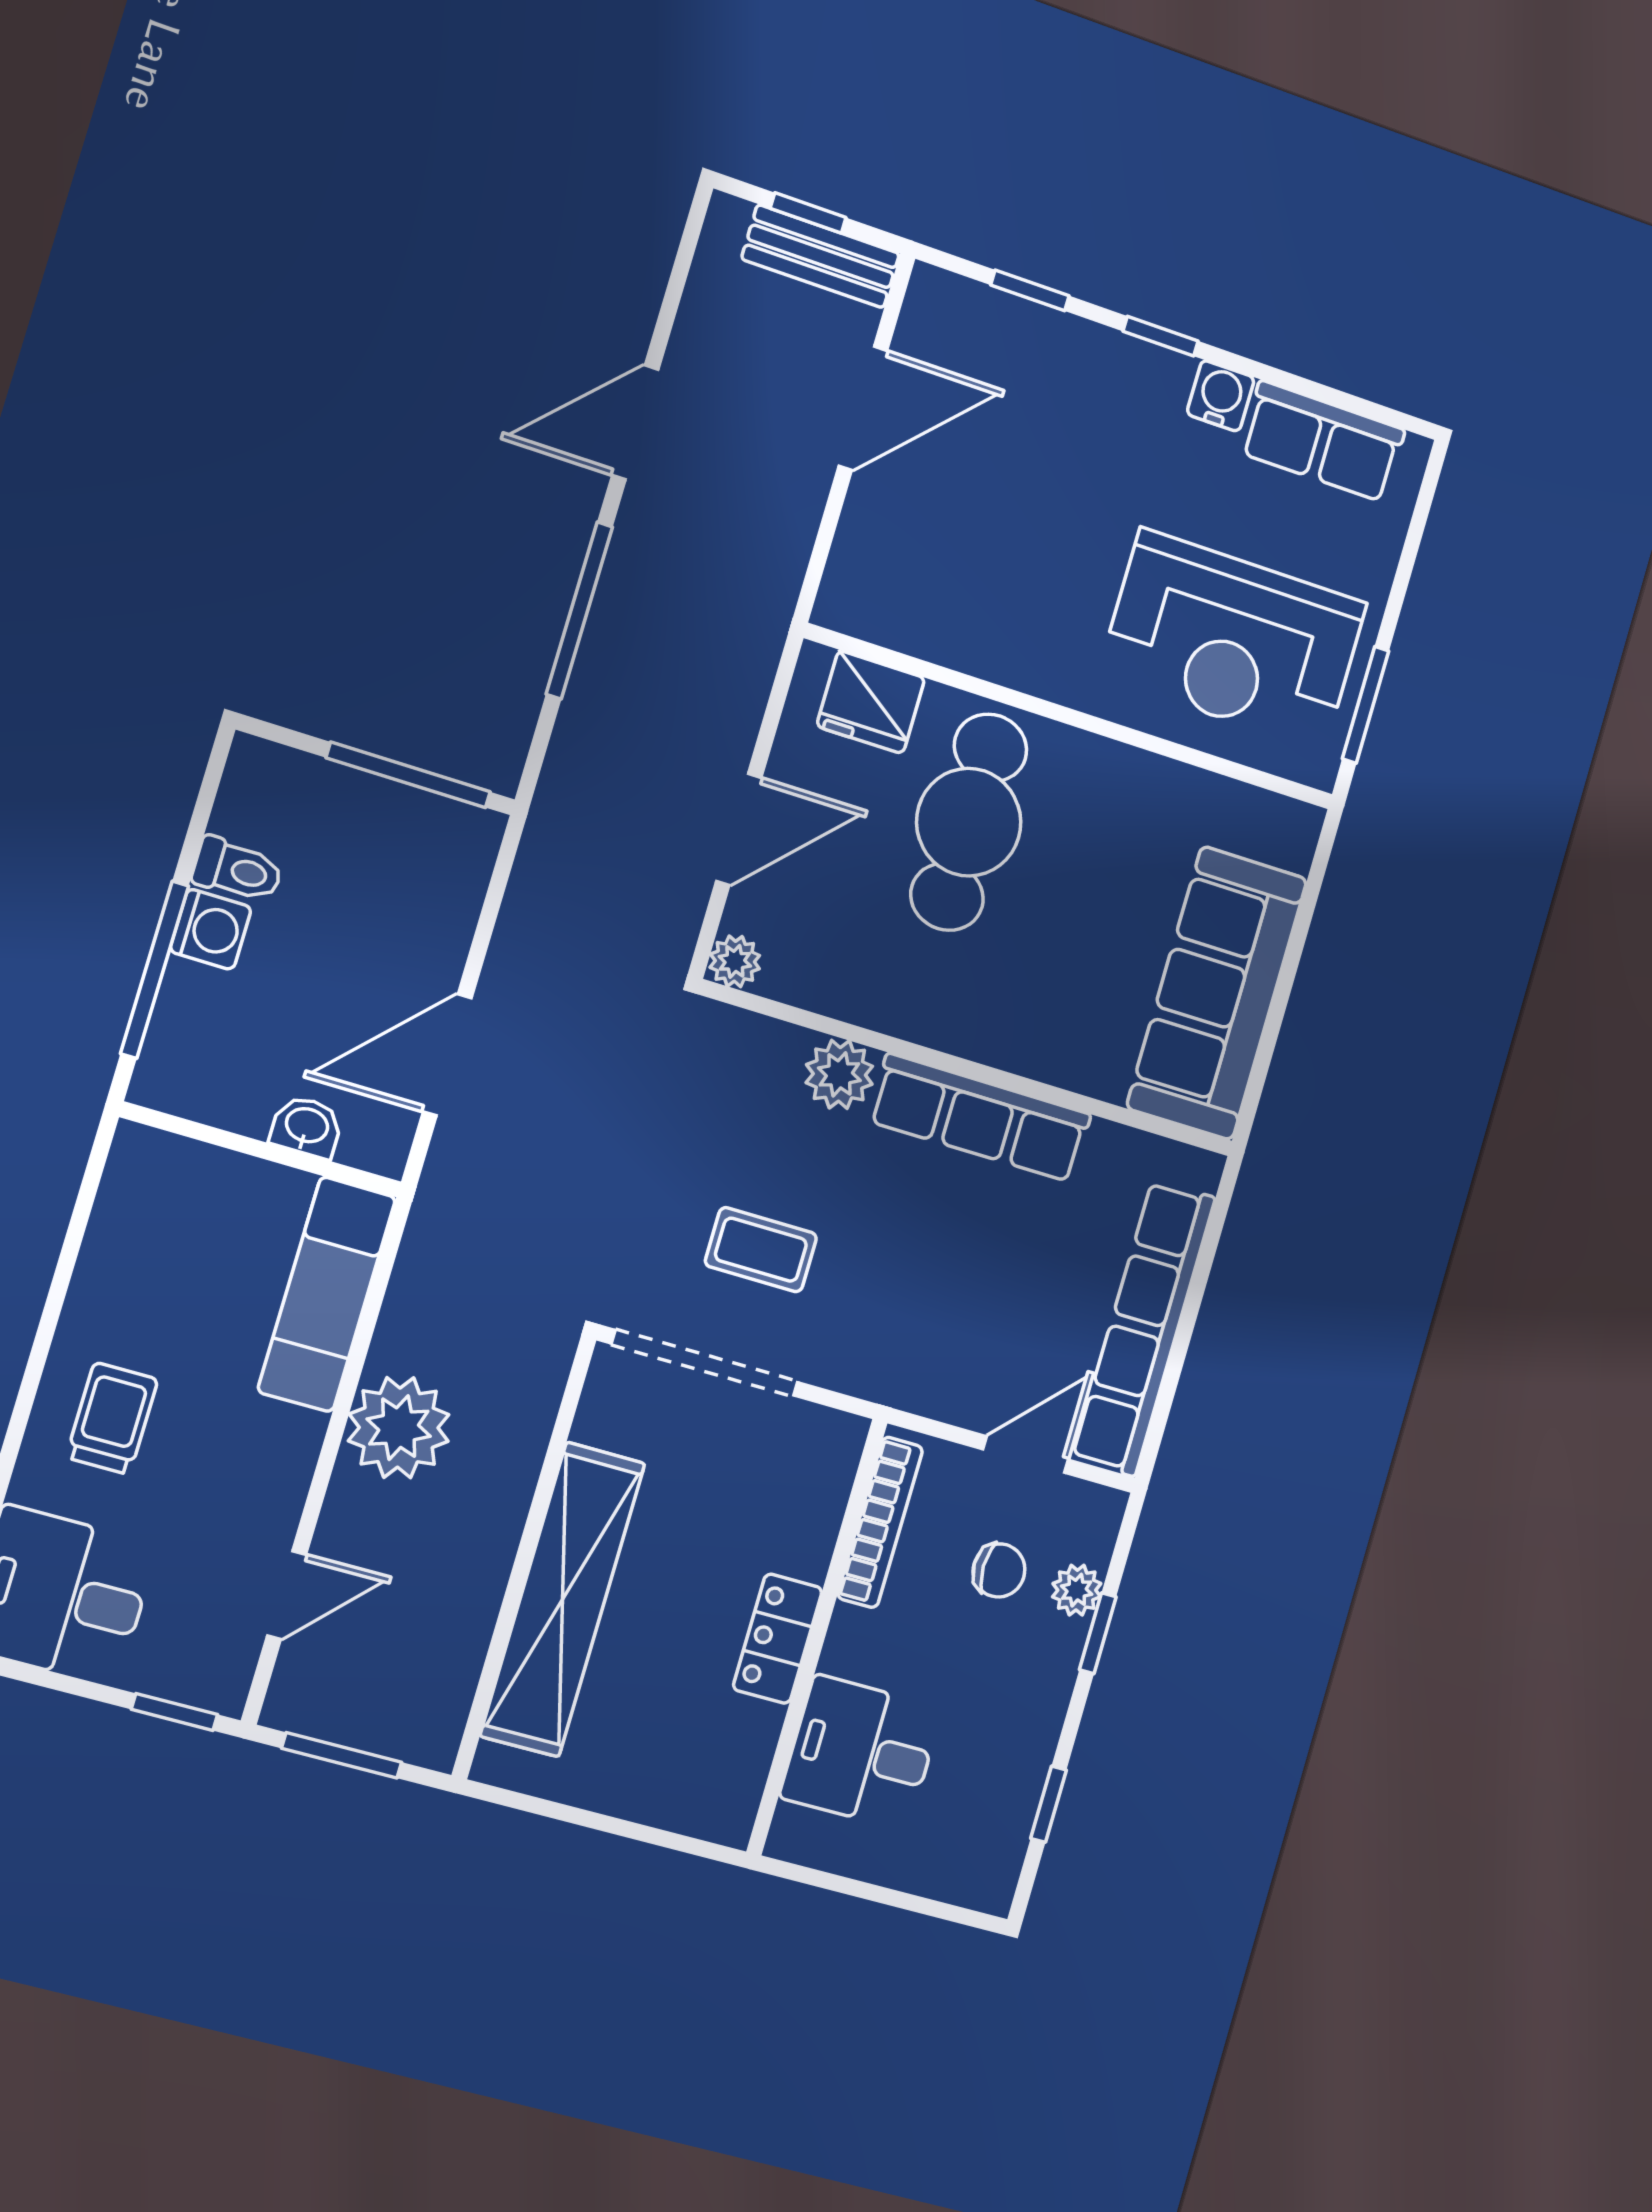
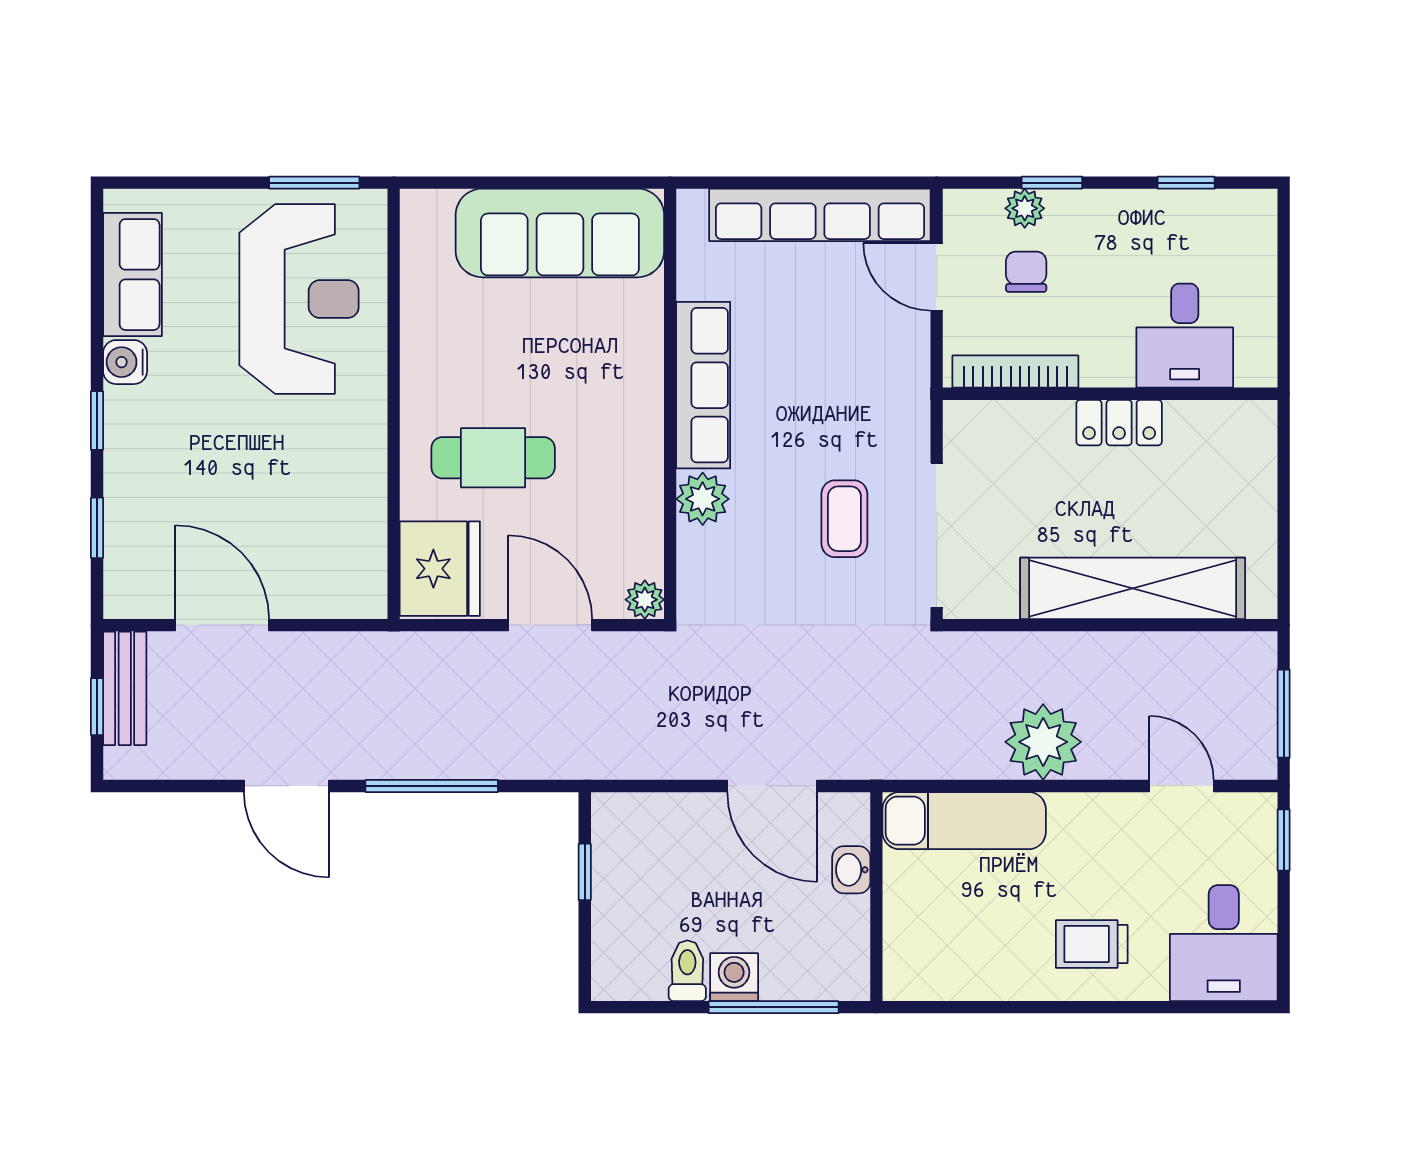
fridge: (871, 702) -> (440, 569), width x1.36, depth x1.34
window: (408, 775) -> (585, 872), width x0.46
cafe table: (969, 822) -> (493, 458), width x0.73, depth x0.74

